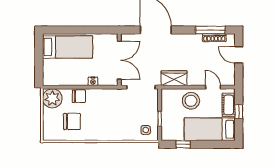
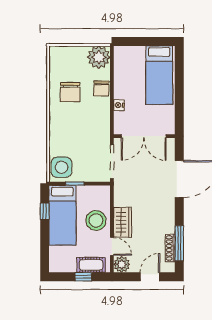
wardrobe: (174, 78) -> (122, 222), moved
plant: (228, 79) -> (122, 264), added
door: (213, 87) -> (112, 246), hinge flipped
chair: (72, 121) -> (70, 92), moved
bed: (210, 129) -> (62, 215), moved, turned 180
side table: (146, 130) -> (62, 167), width x1.87, depth x1.87

